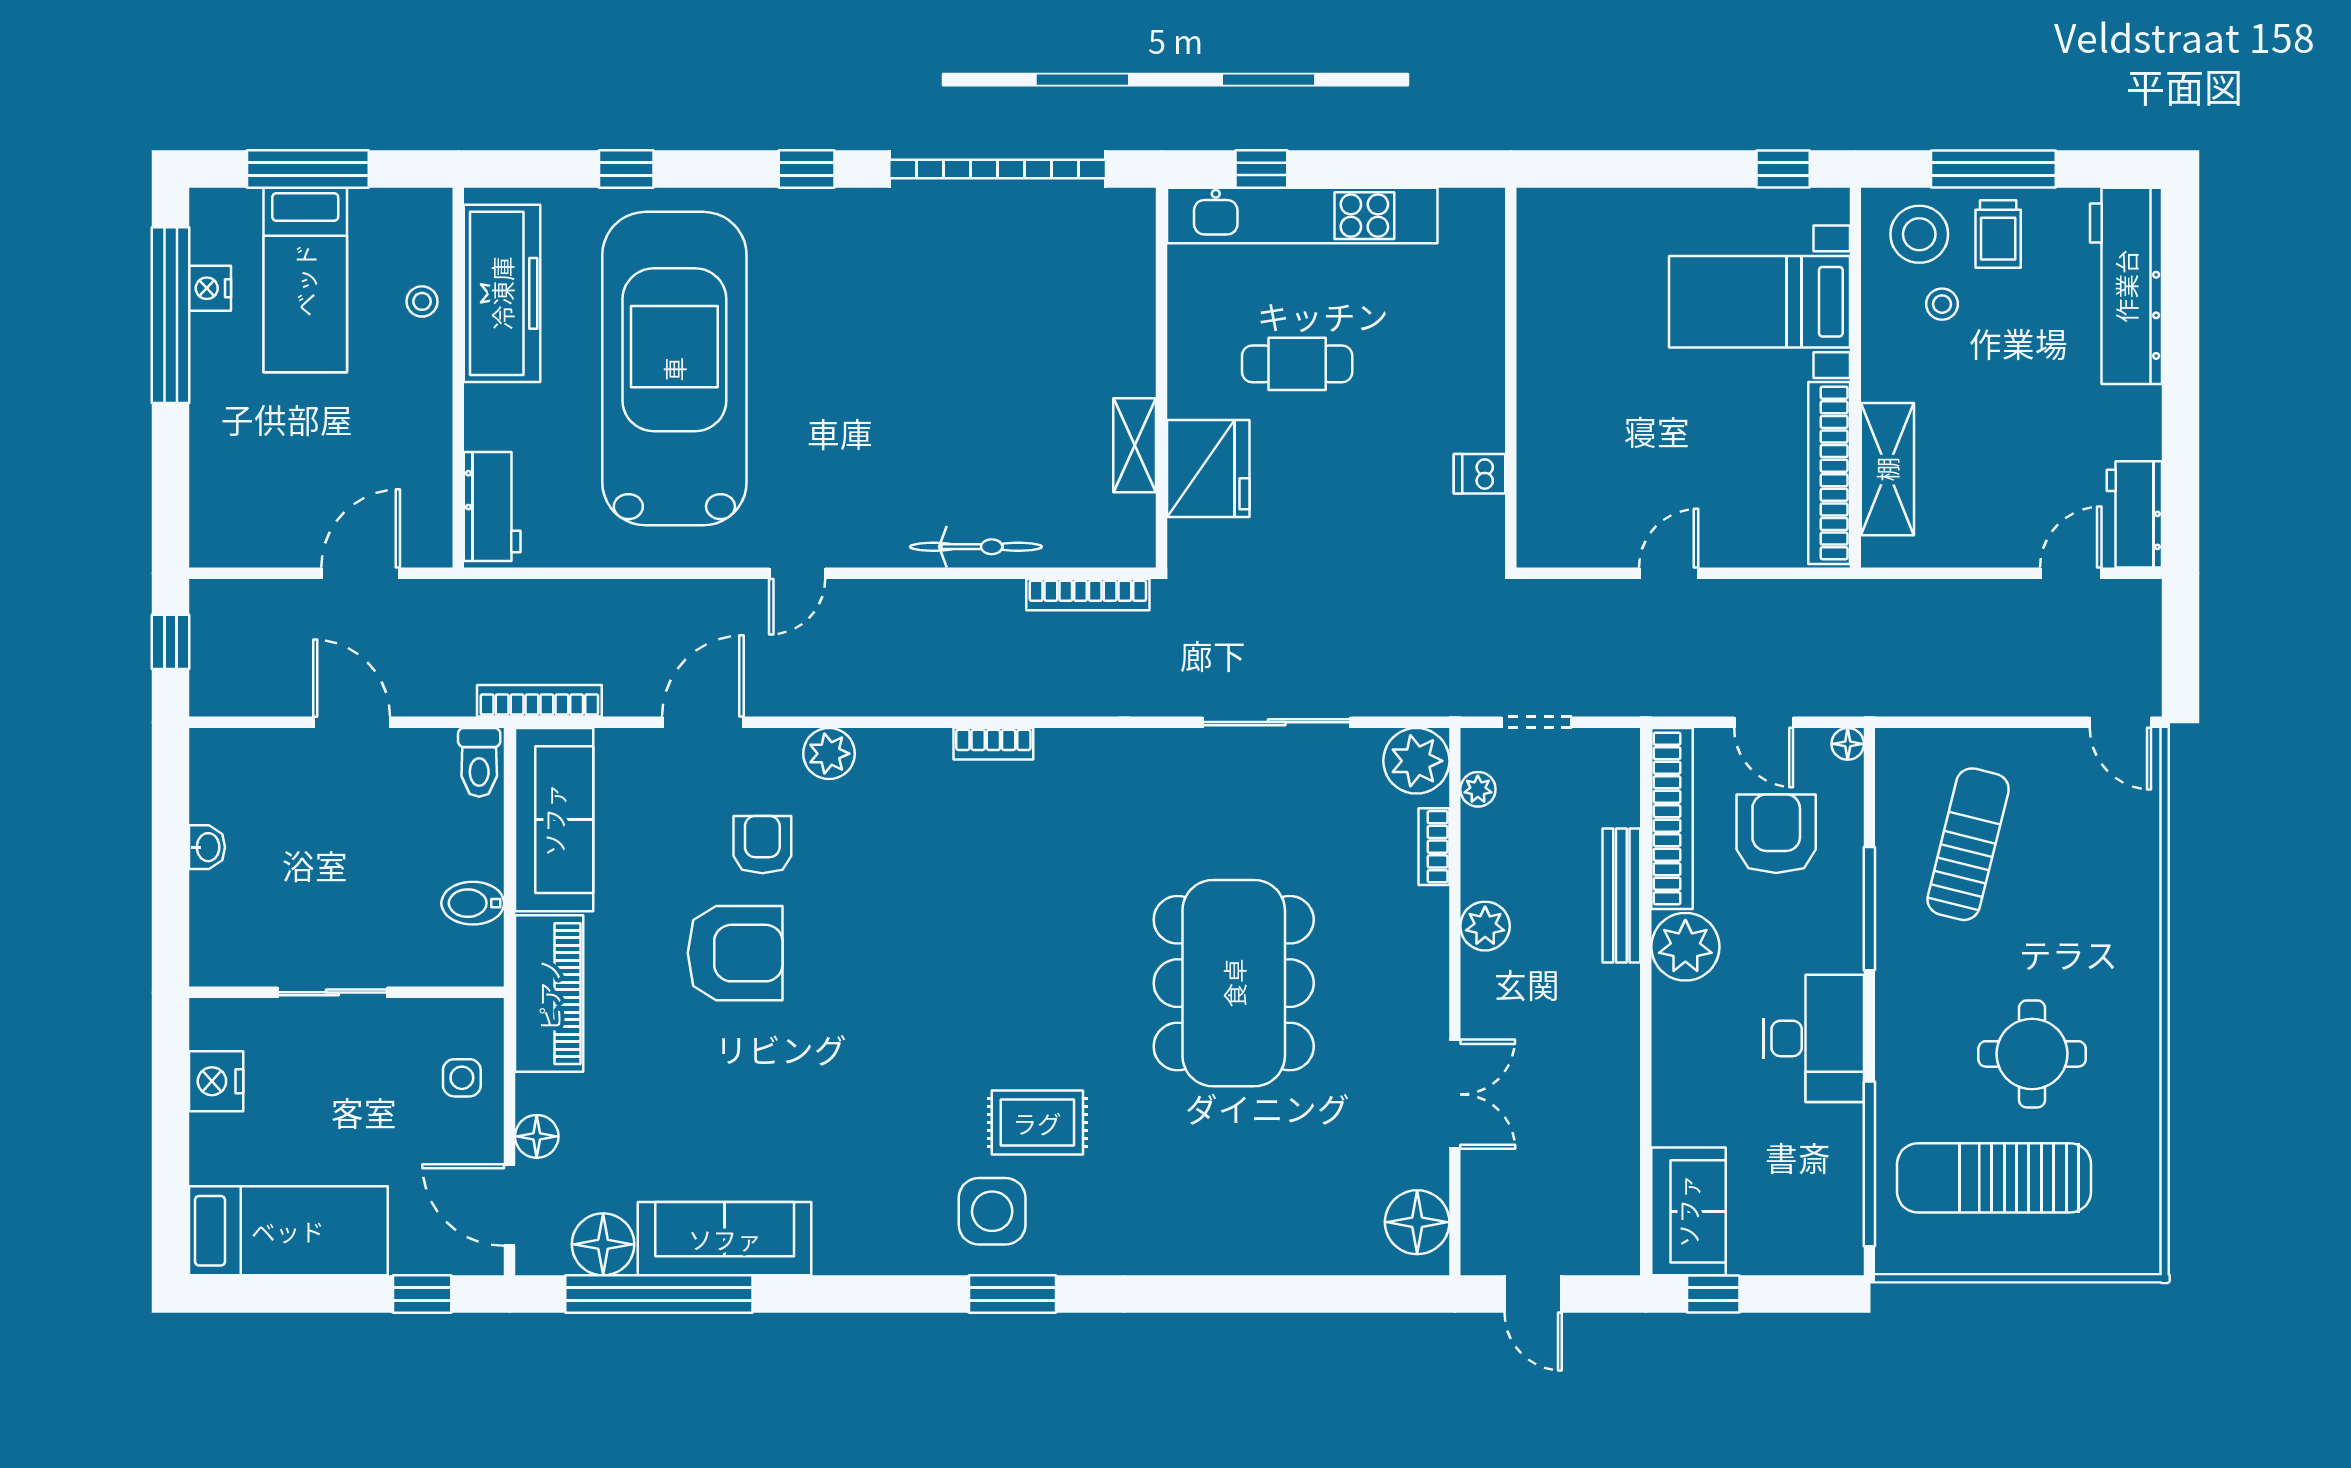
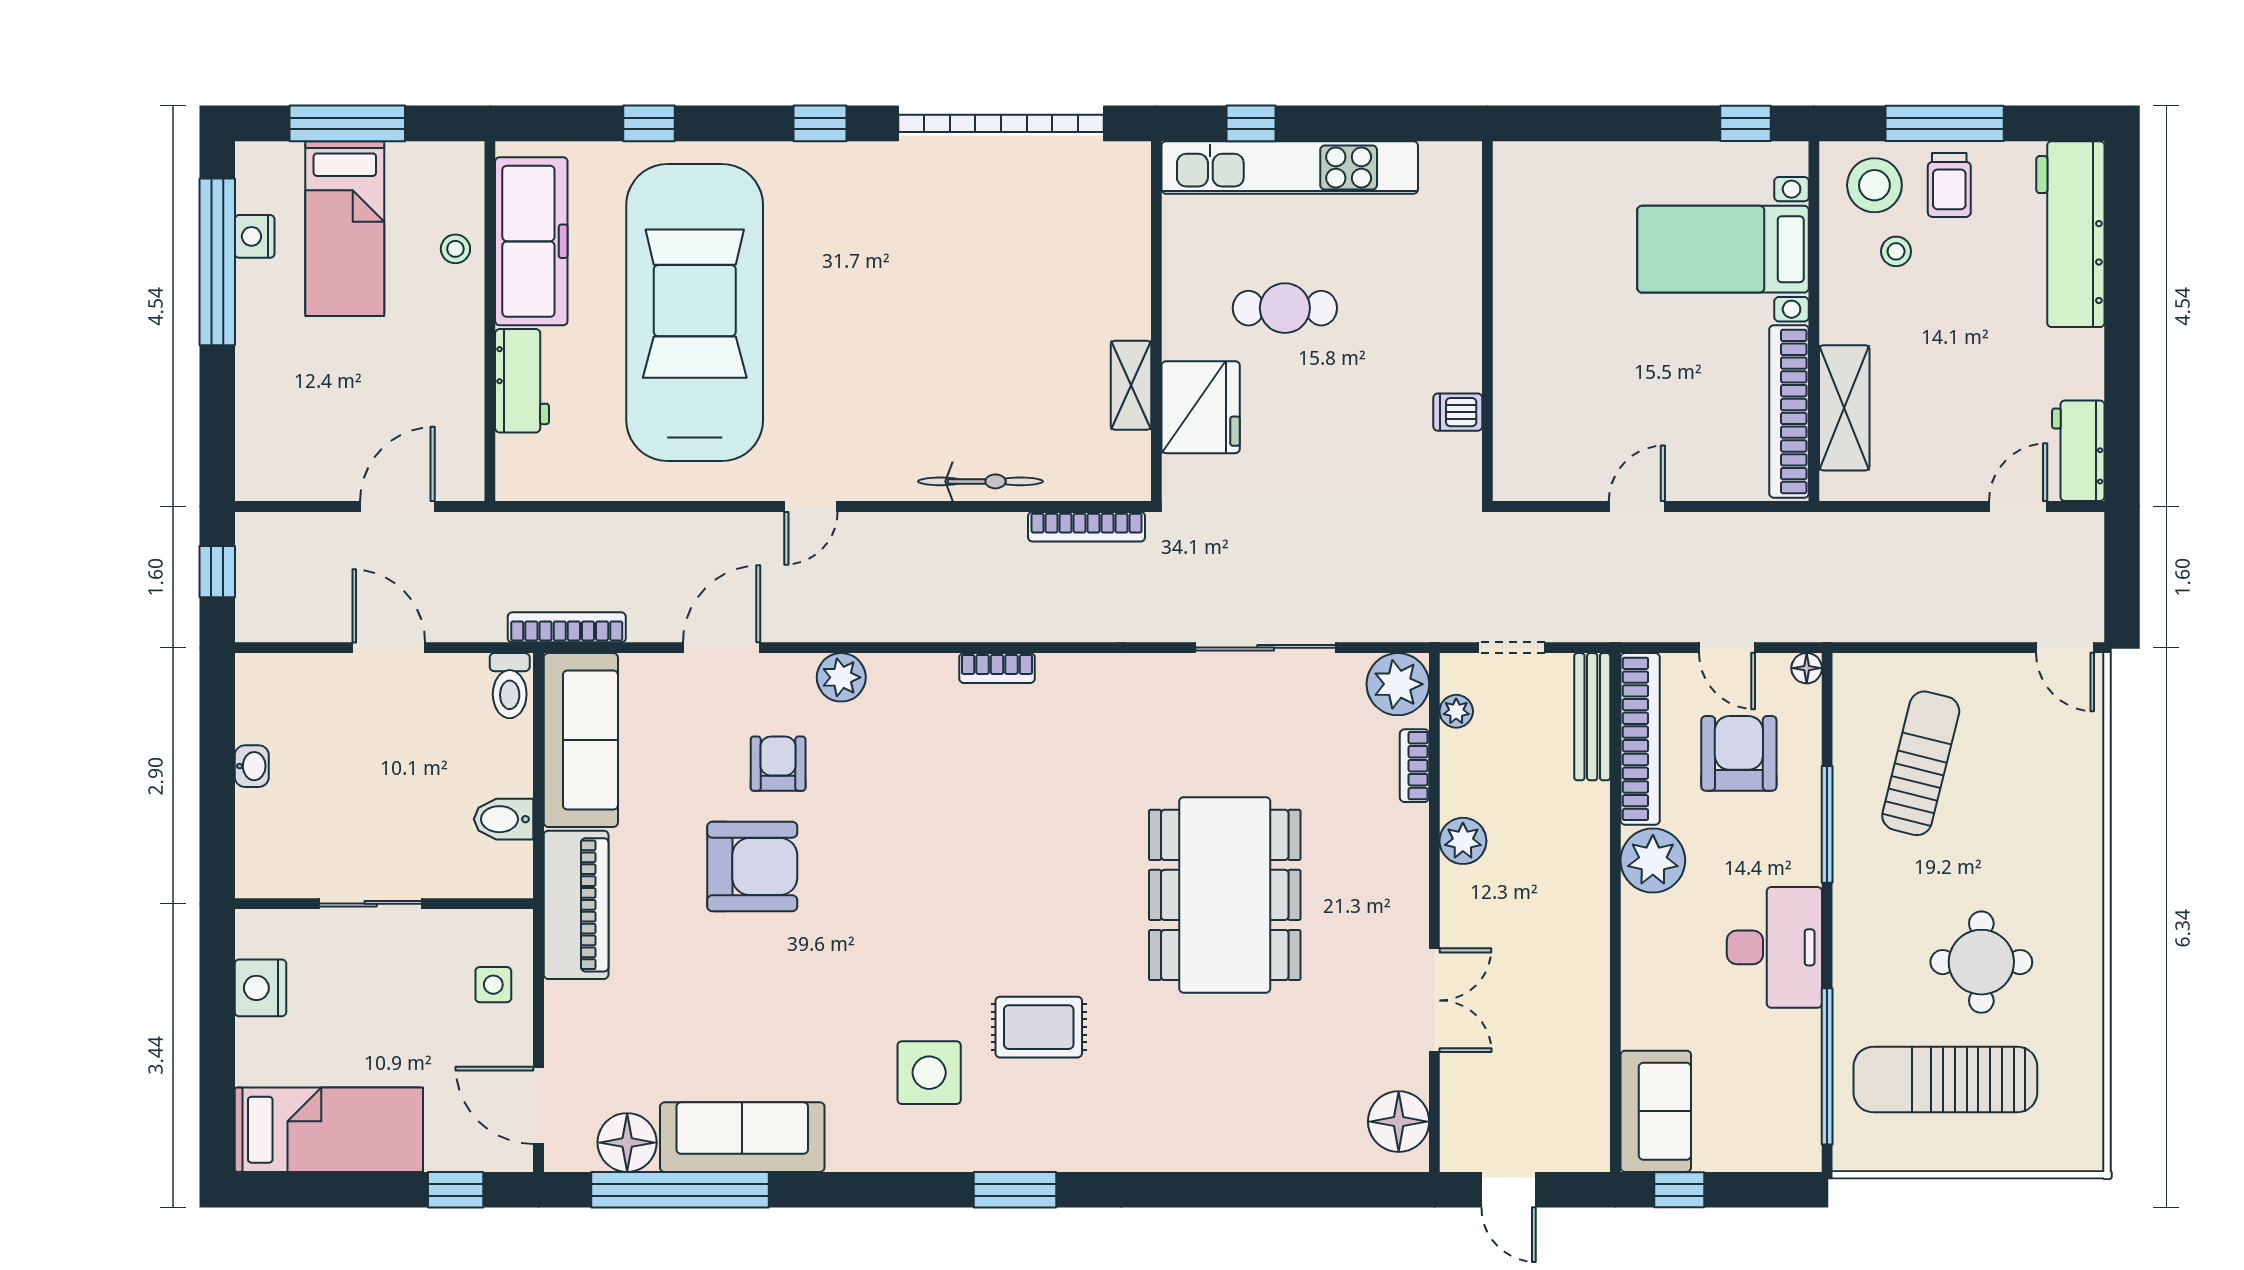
workbench: (492, 507) -> (522, 381), moved
bench: (1621, 896) -> (1592, 717), moved
floor lamp: (537, 1136) -> (564, 1040), removed
side table: (992, 1211) -> (929, 1073), moved

